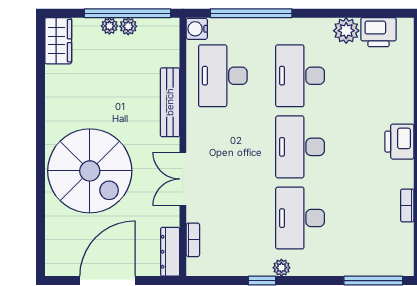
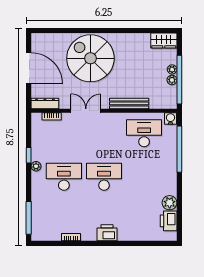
desk: (300, 76) -> (144, 177), removed
spiral stairs: (90, 171) -> (90, 58), turned 90

